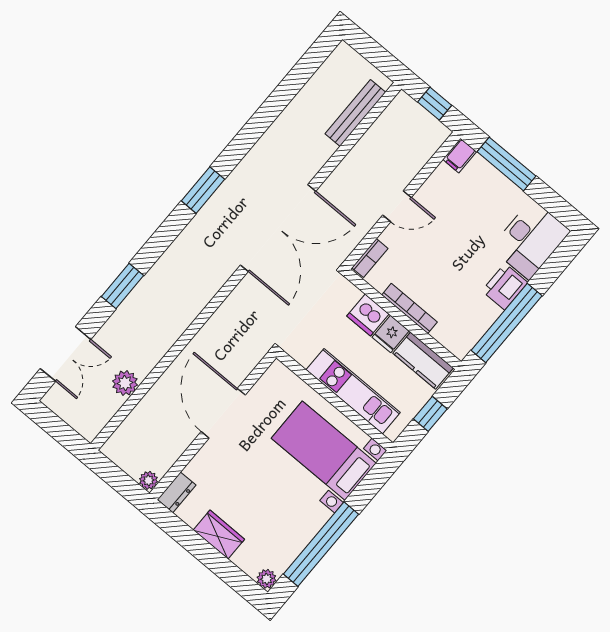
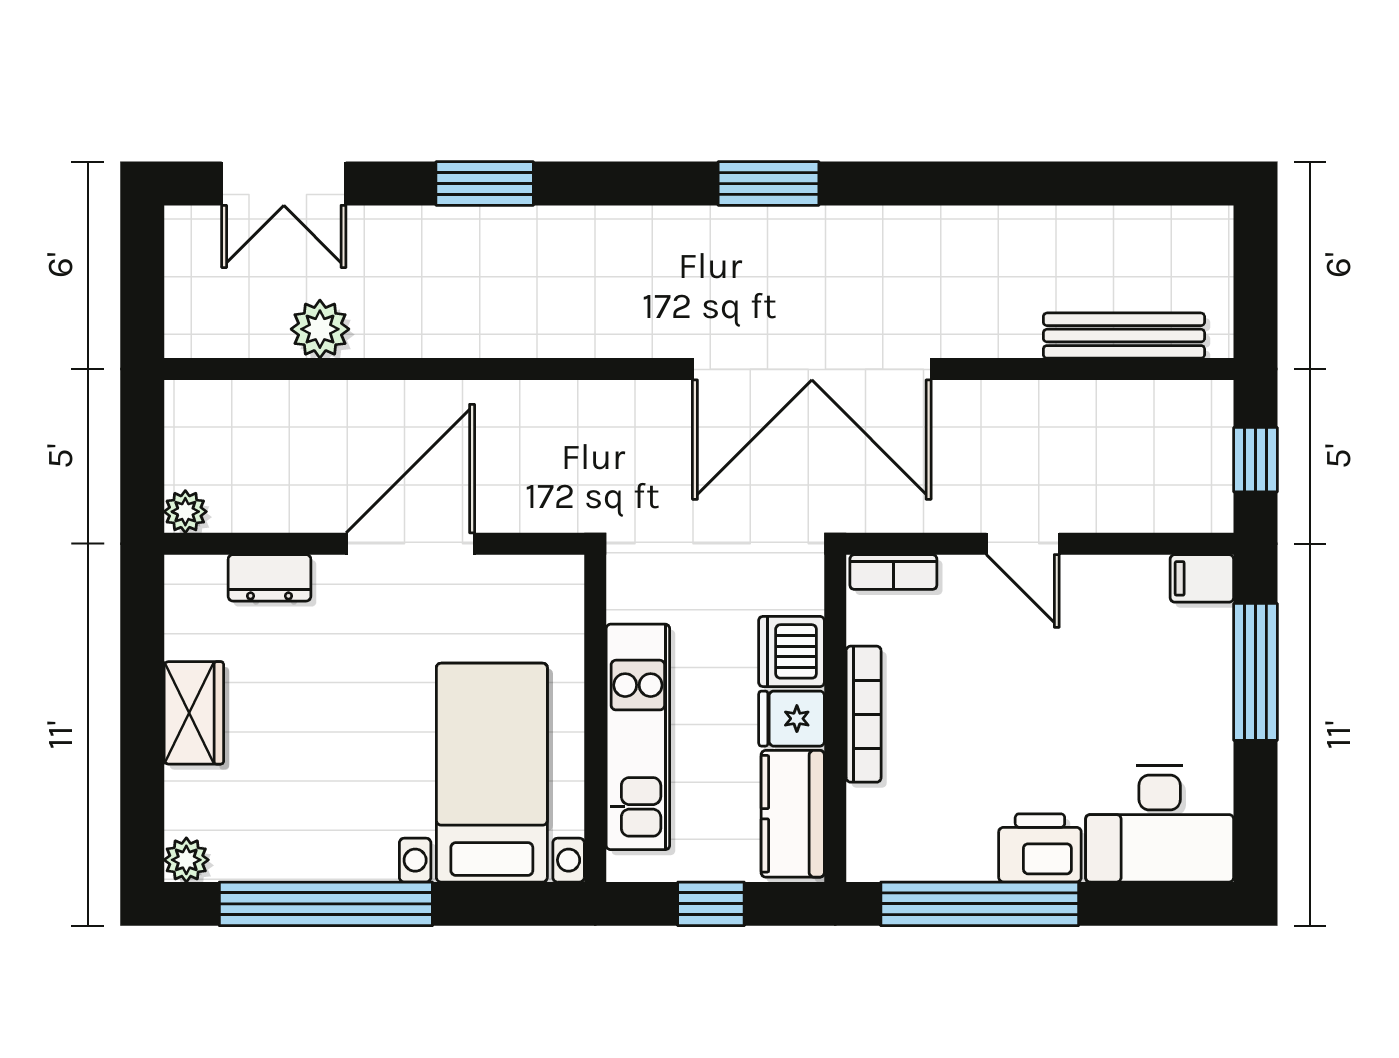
dresser: (177, 492) -> (270, 578), moved

